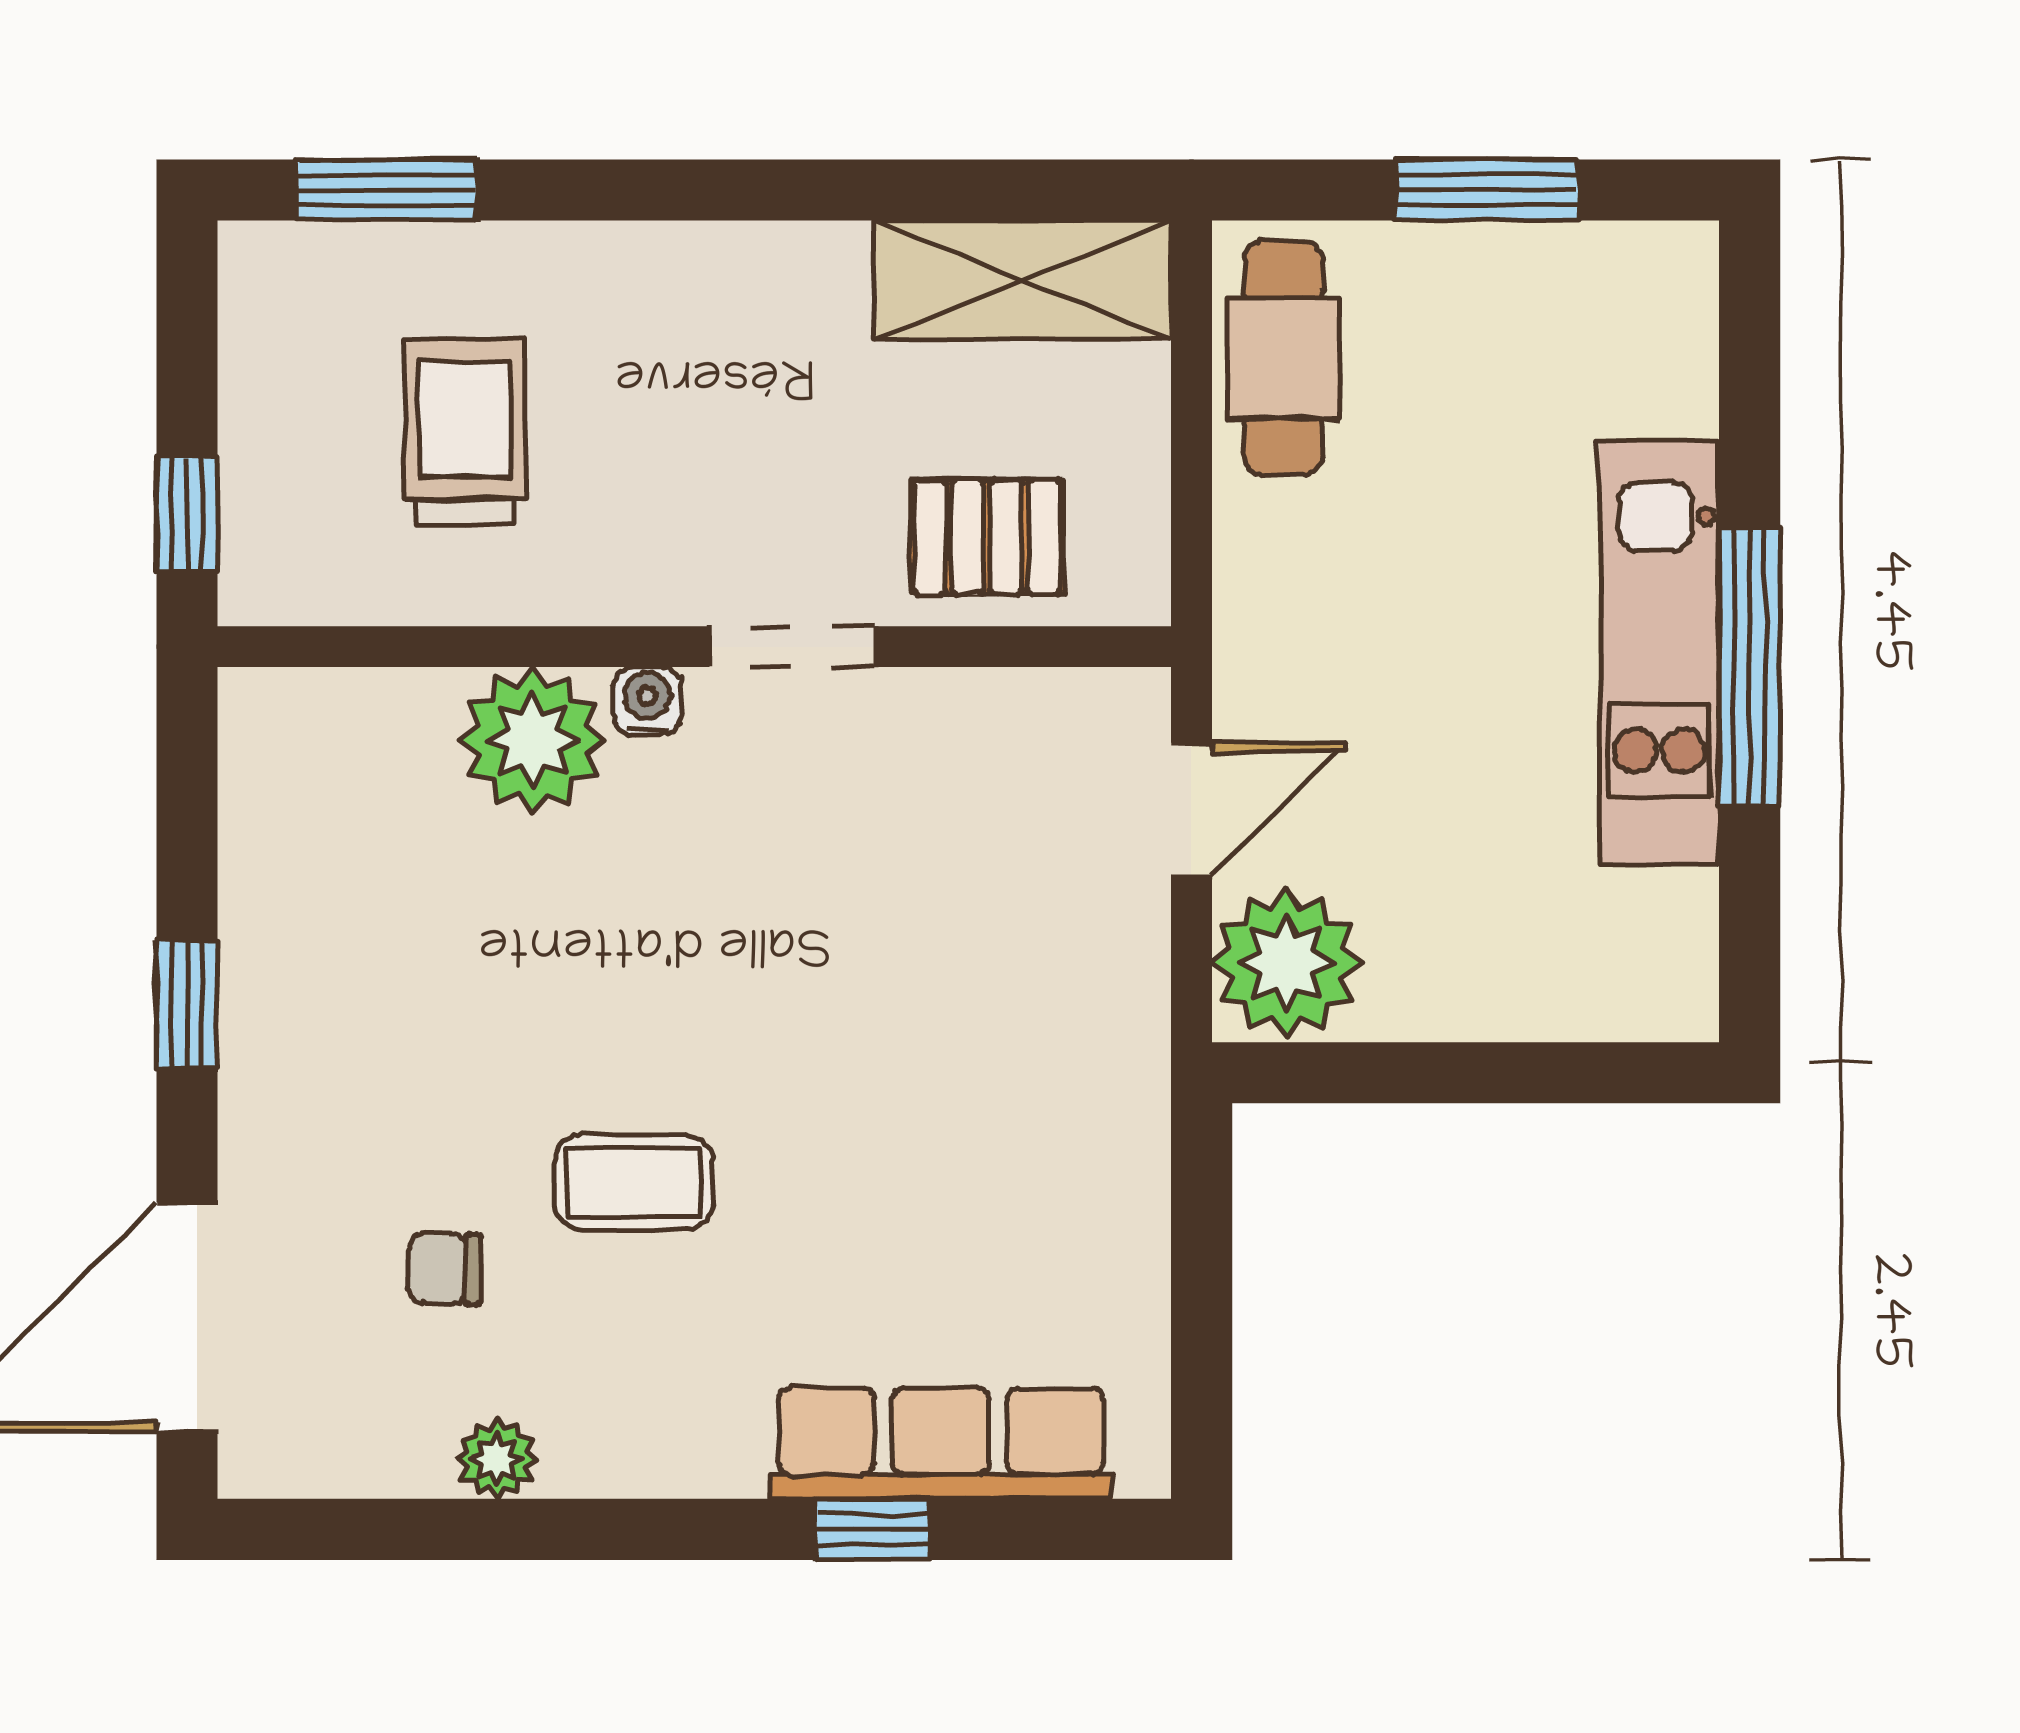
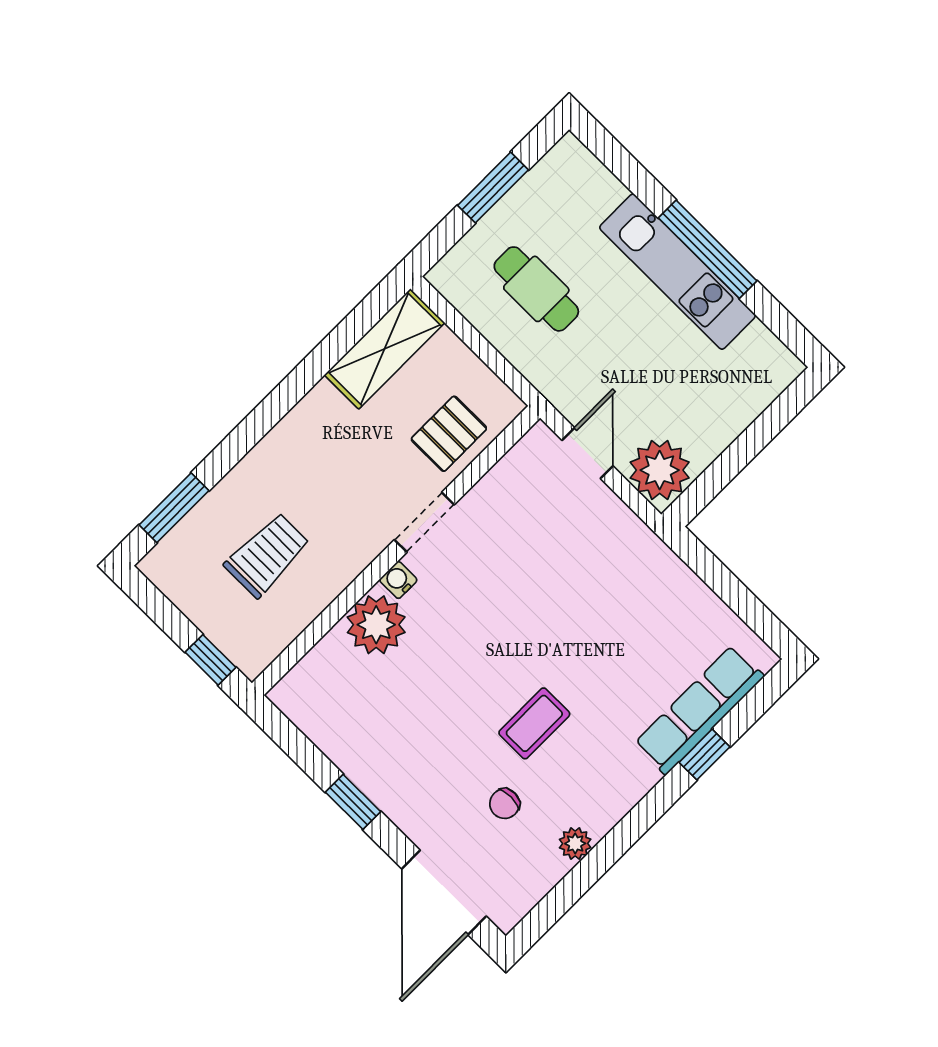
cafe table: (1283, 358) -> (536, 289), moved
trolley: (465, 432) -> (267, 555), turned 90

